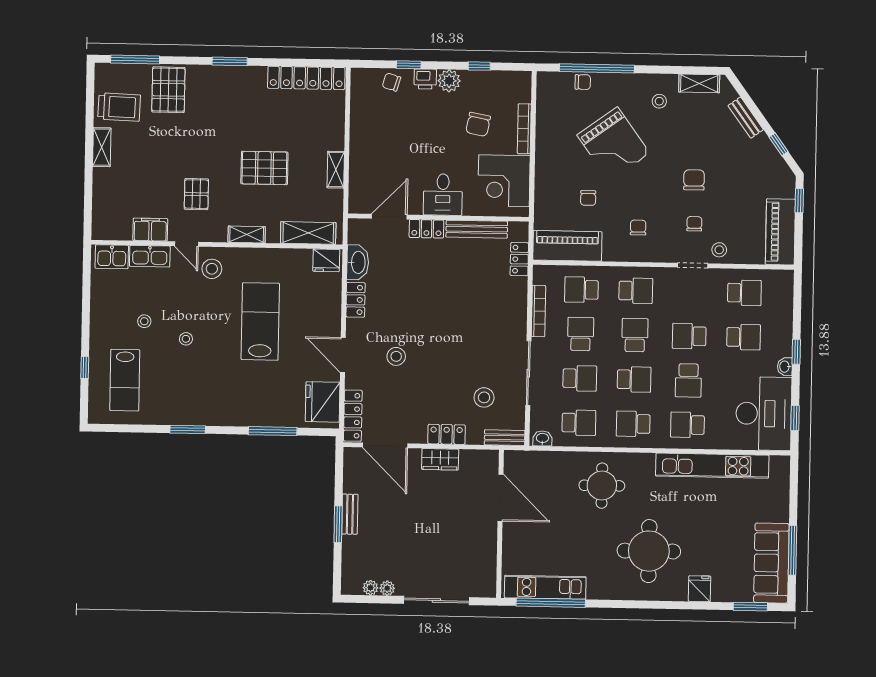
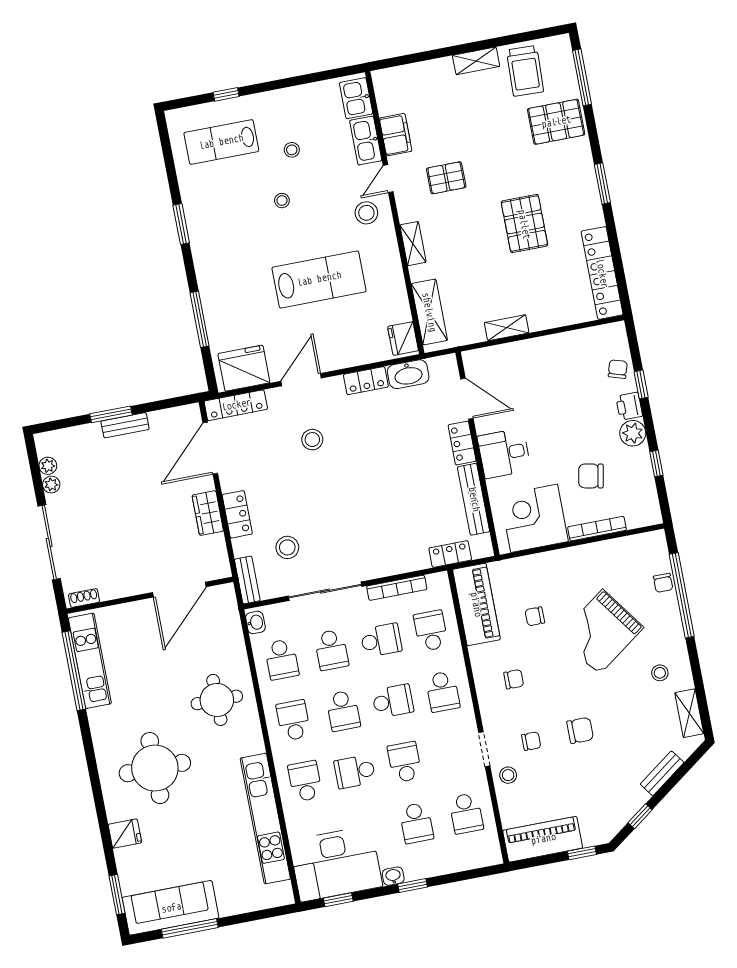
pallet: (264, 168) -> (524, 224), moved
shoe rack: (490, 581) -> (84, 598), added

